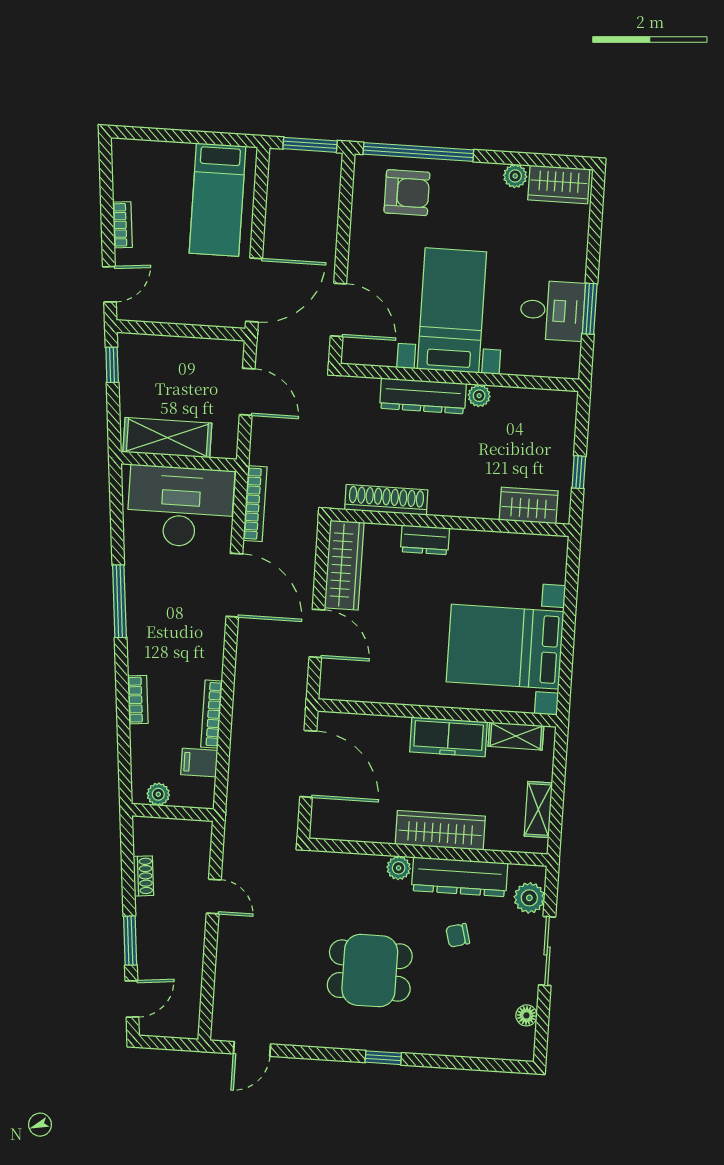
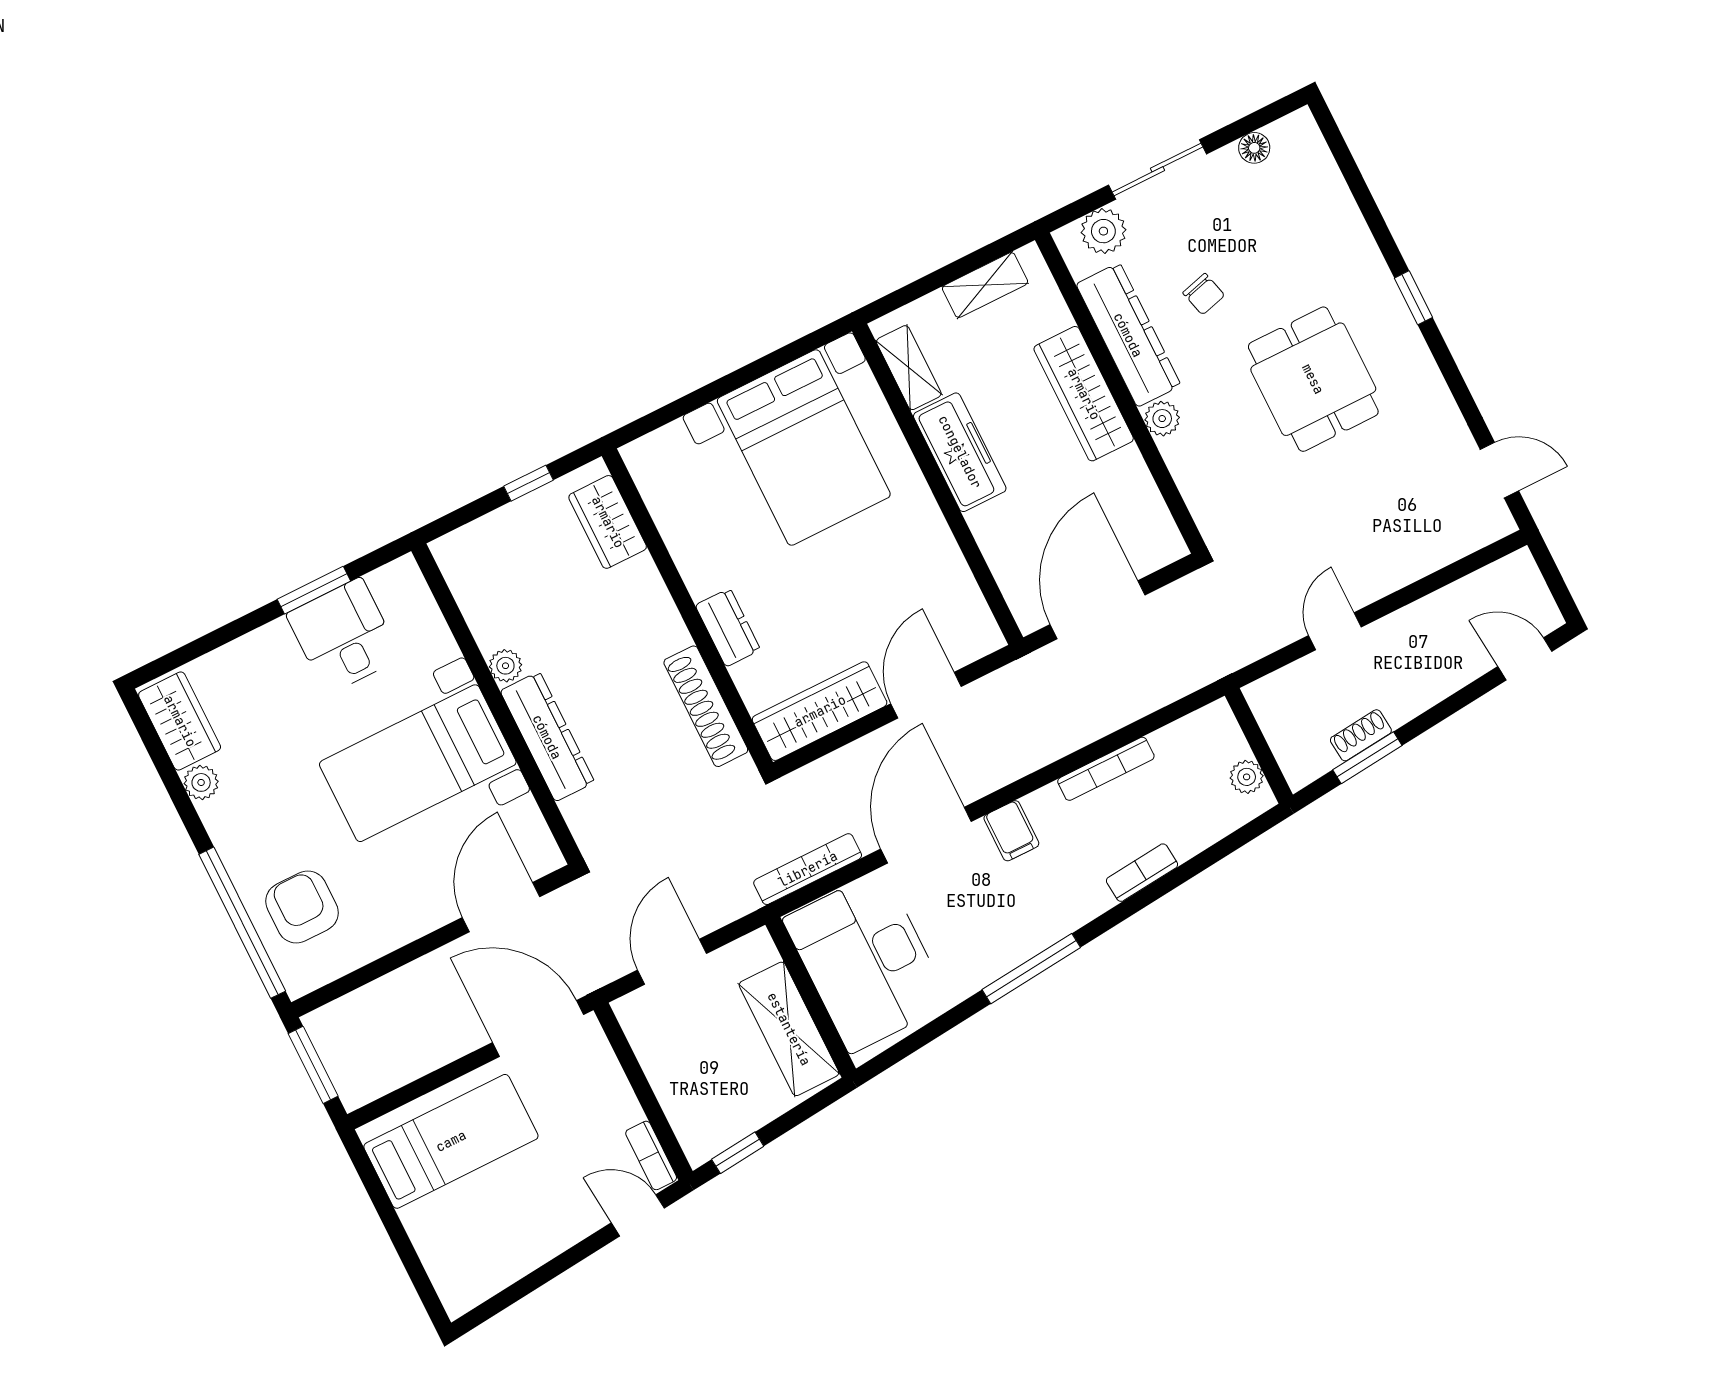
bookcase: (122, 225) -> (651, 1155), moved, turned -84
filing cabinet: (199, 763) -> (1011, 831), moved
window: (130, 941) -> (1367, 758), moved

